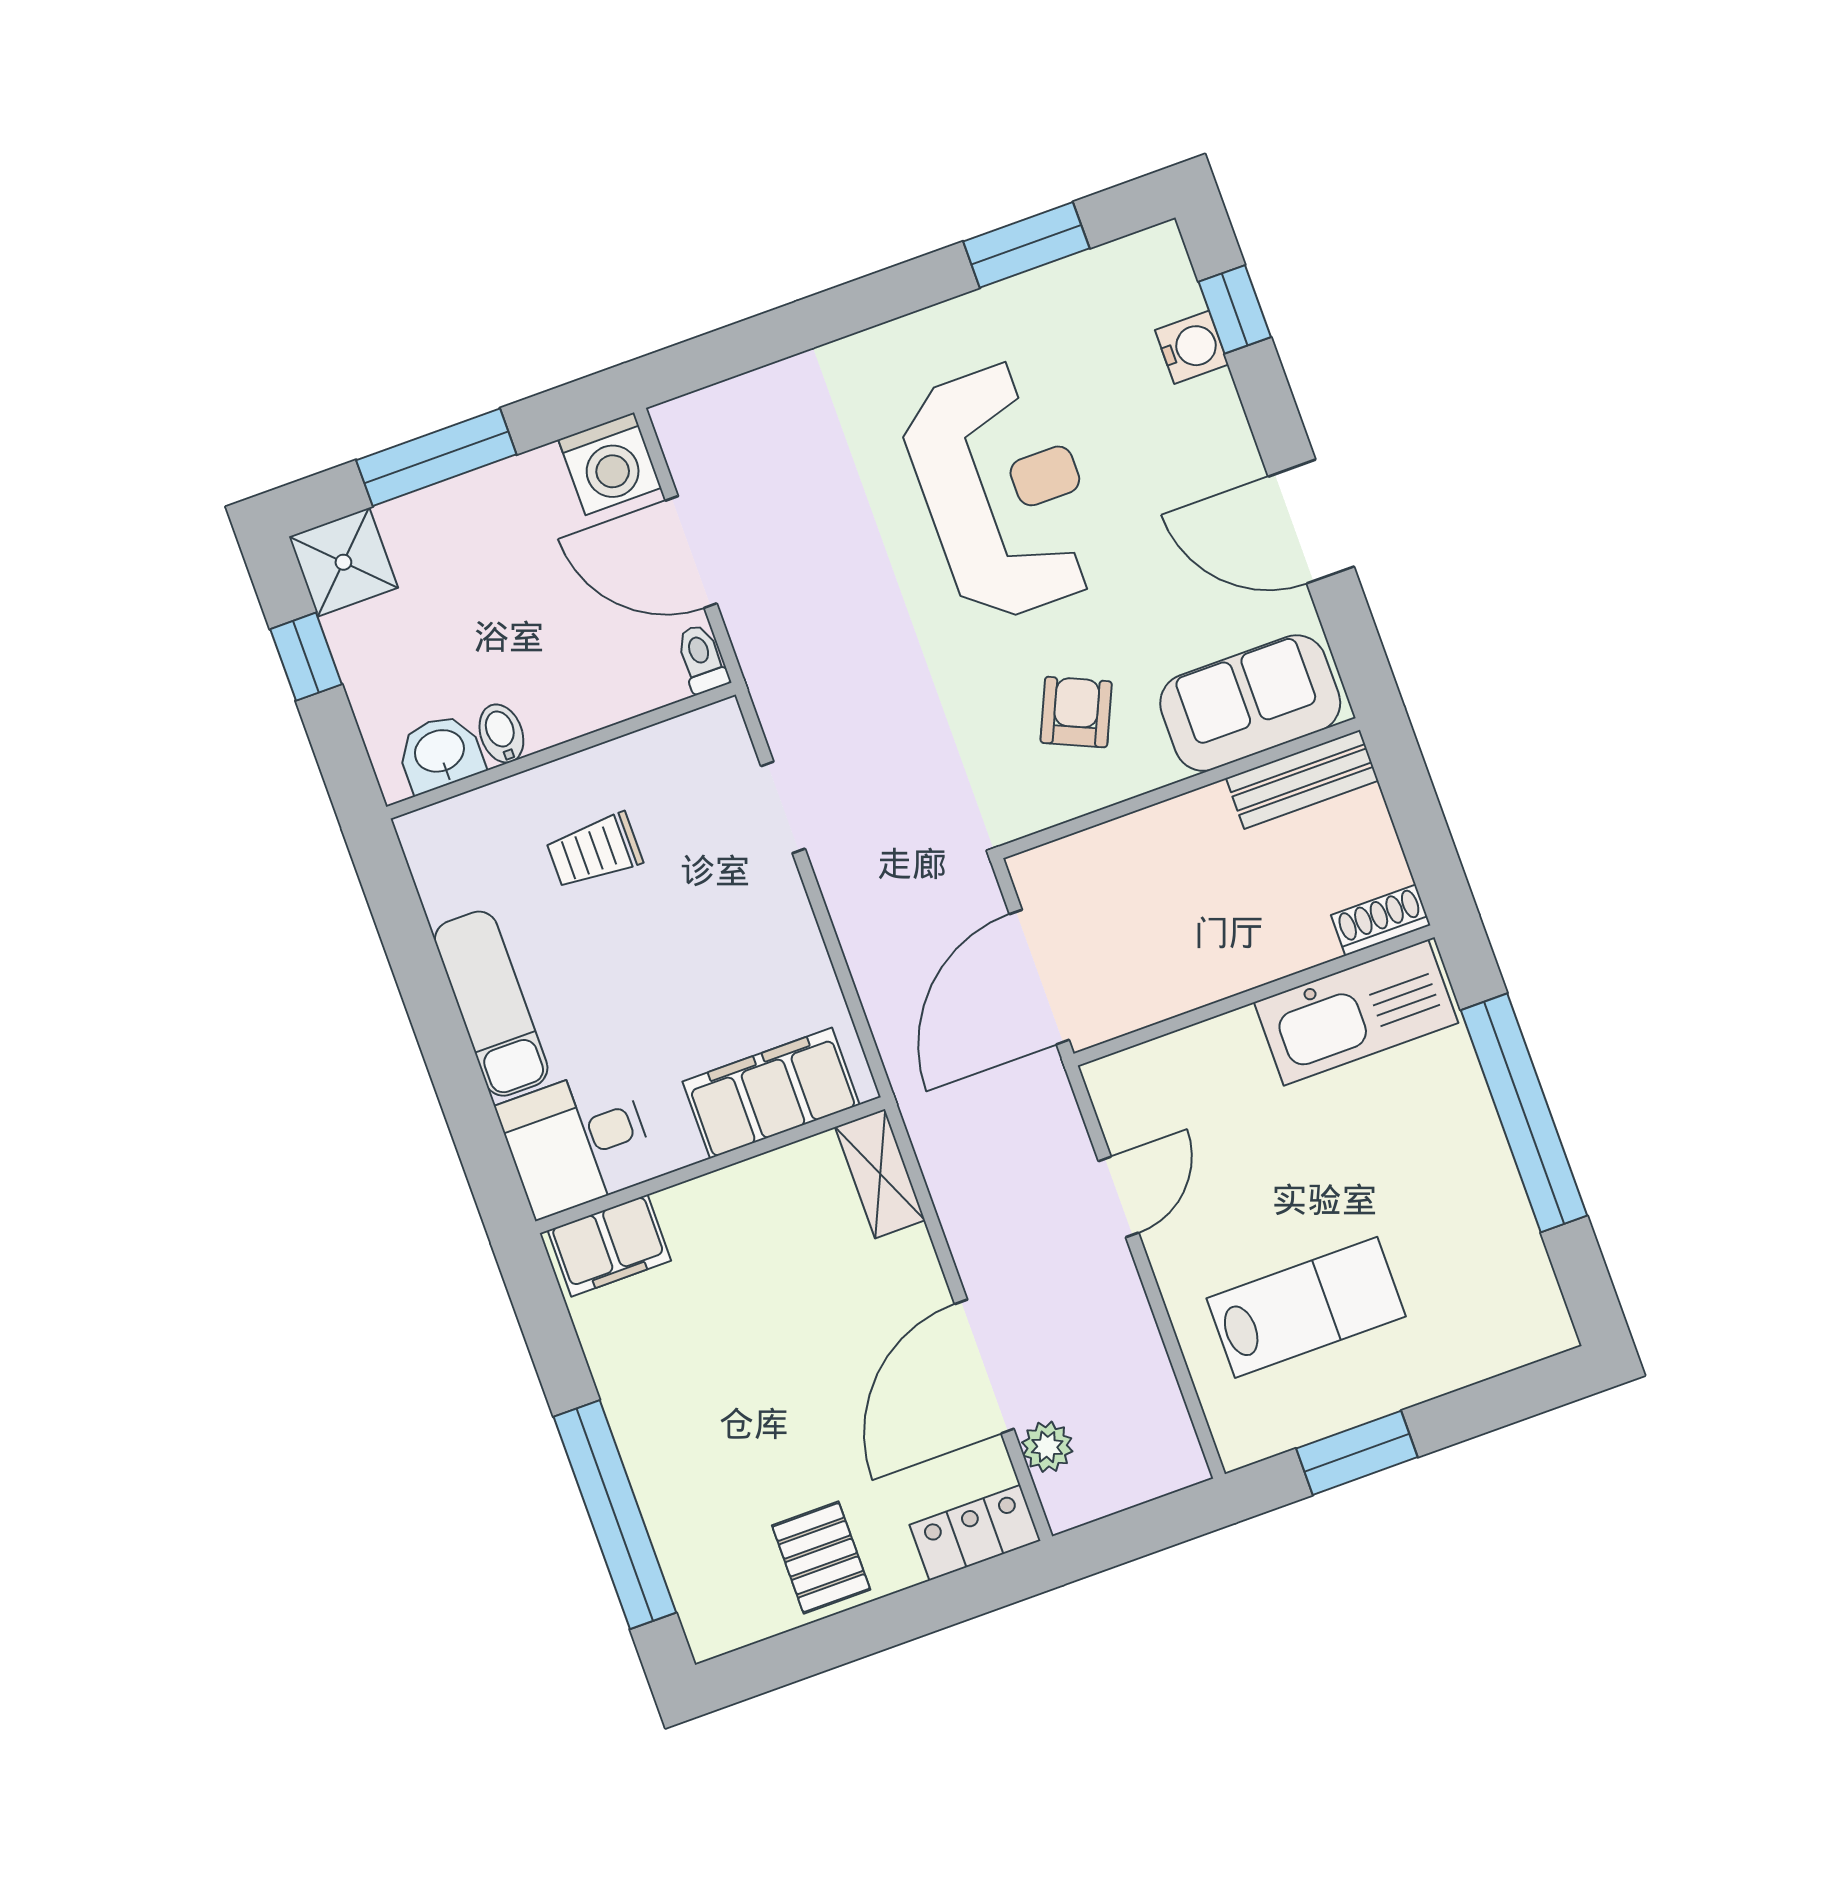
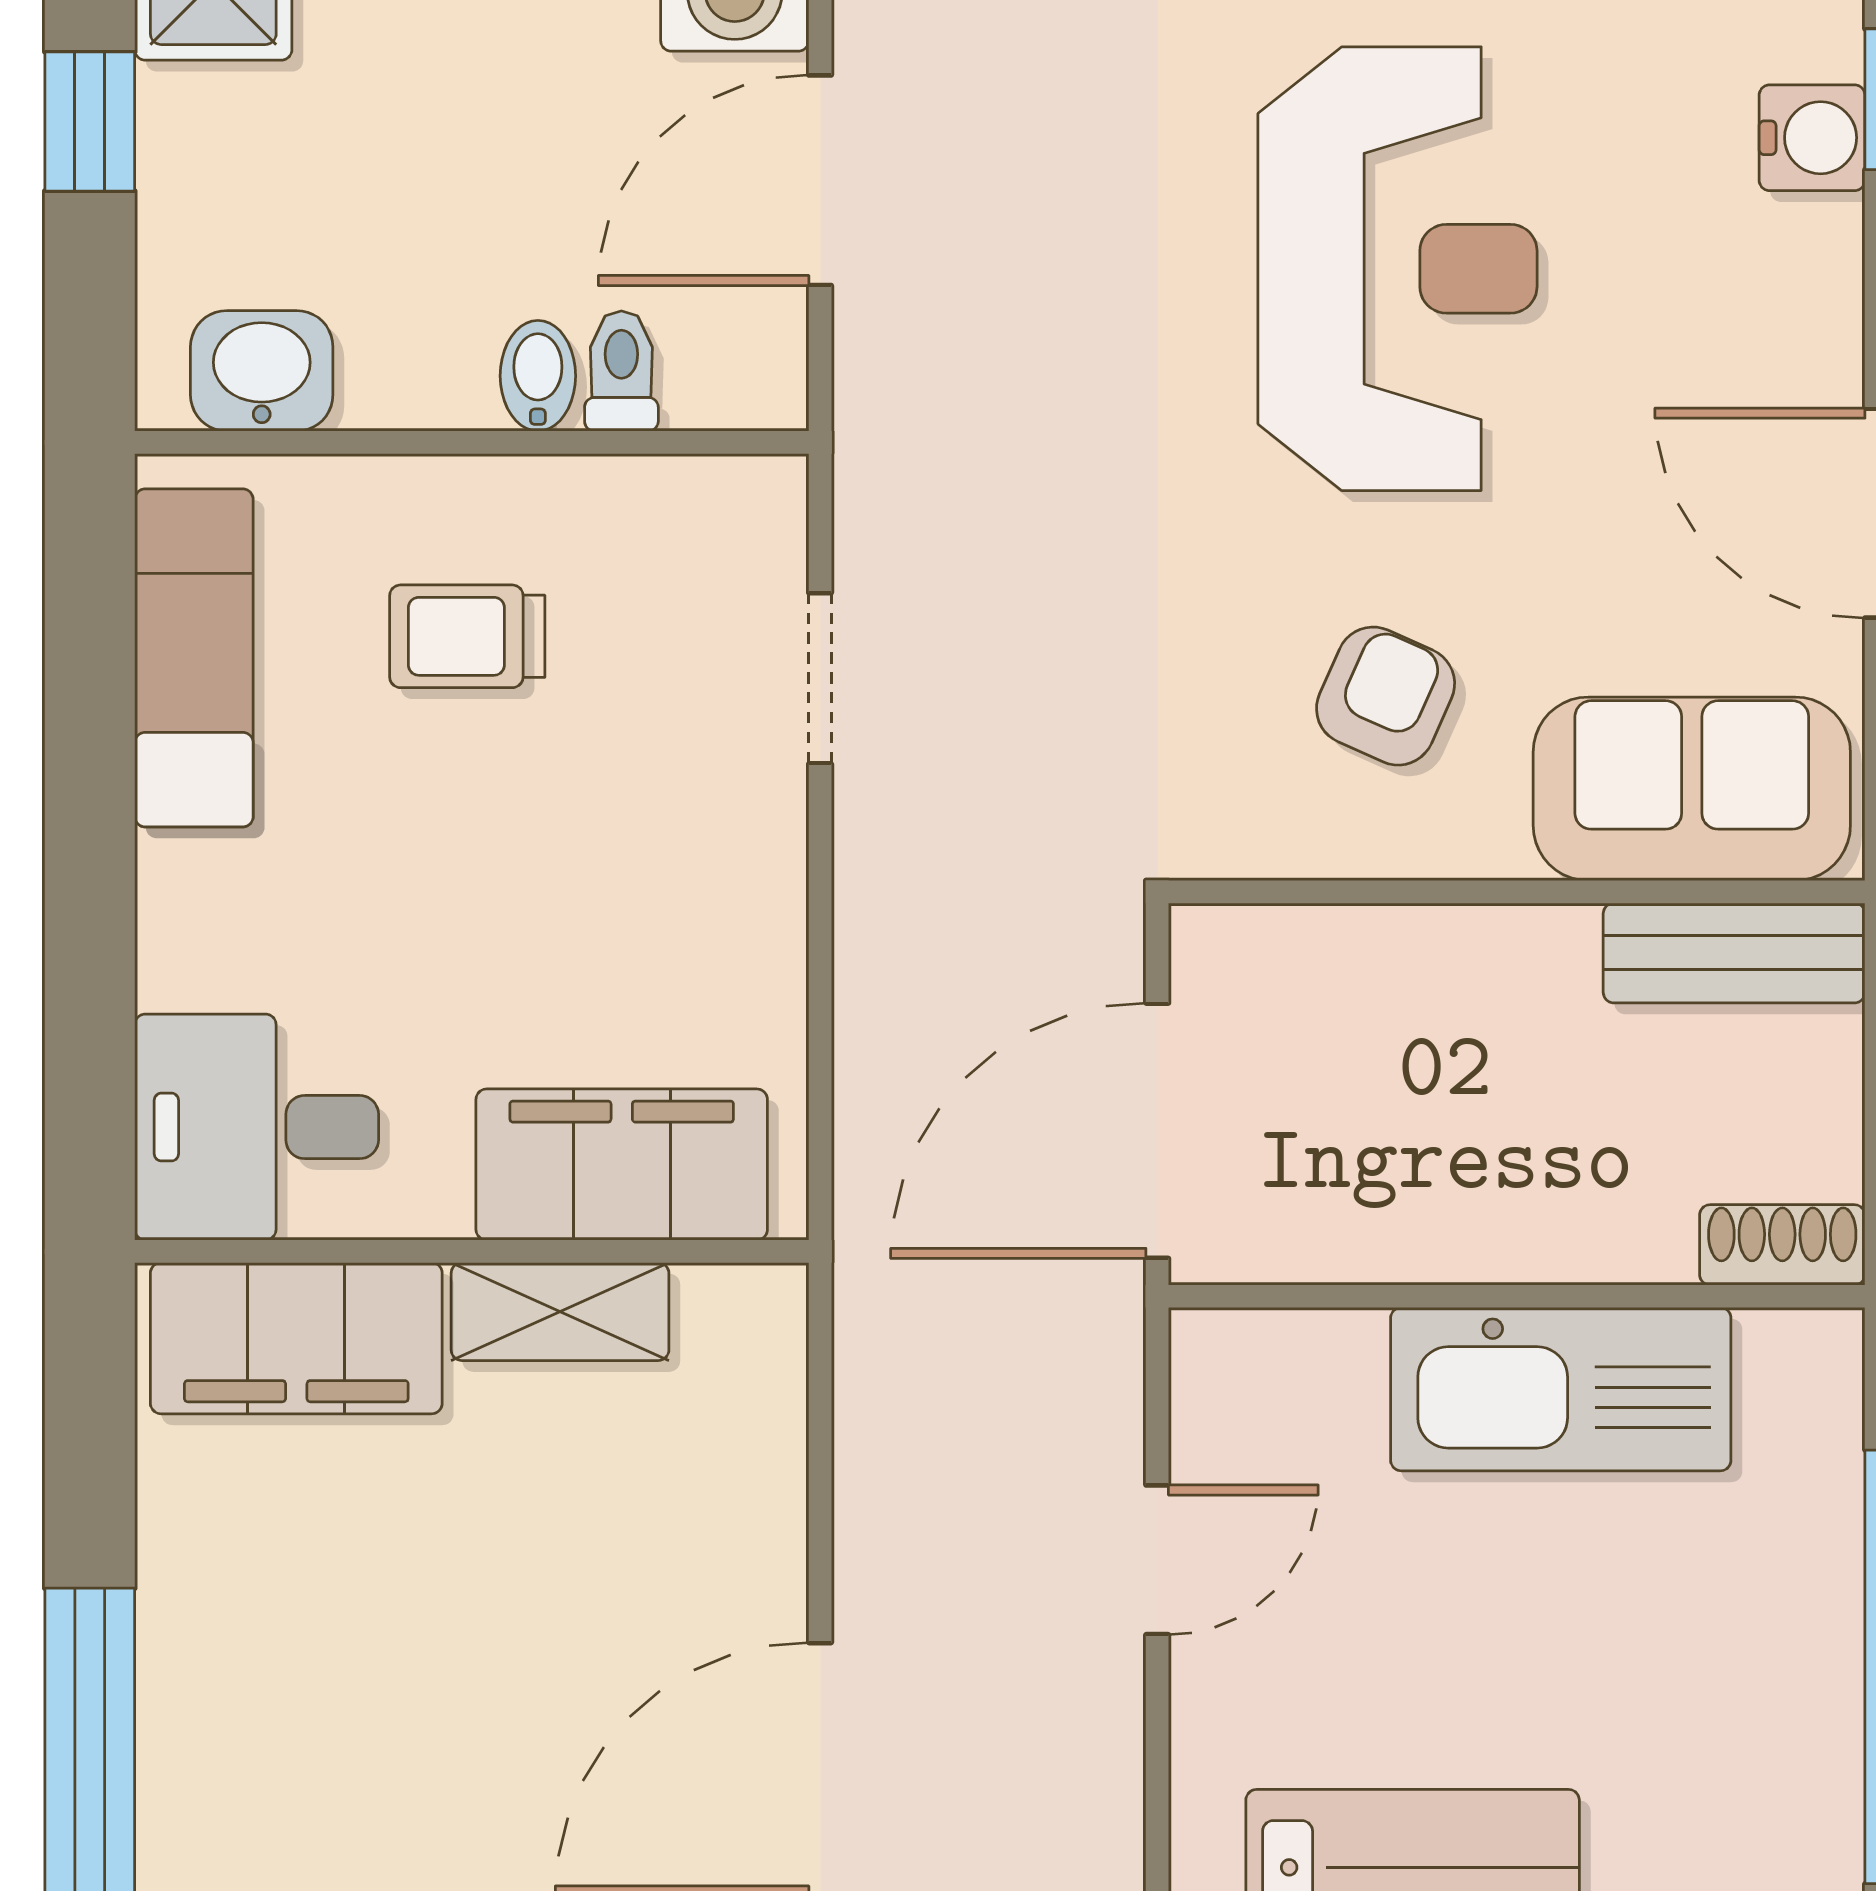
door: (691, 552) -> (820, 180), hinge flipped
toilet: (702, 659) -> (621, 371), moved
bidet: (501, 734) -> (538, 376), moved
exam couch: (491, 1004) -> (194, 658), moved
kitchen sink: (1356, 1013) -> (1561, 1389), moved
shelving: (880, 1174) -> (560, 1312), moved, turned 90
filing cabinet: (609, 1246) -> (296, 1338), width x1.50, depth x1.17

